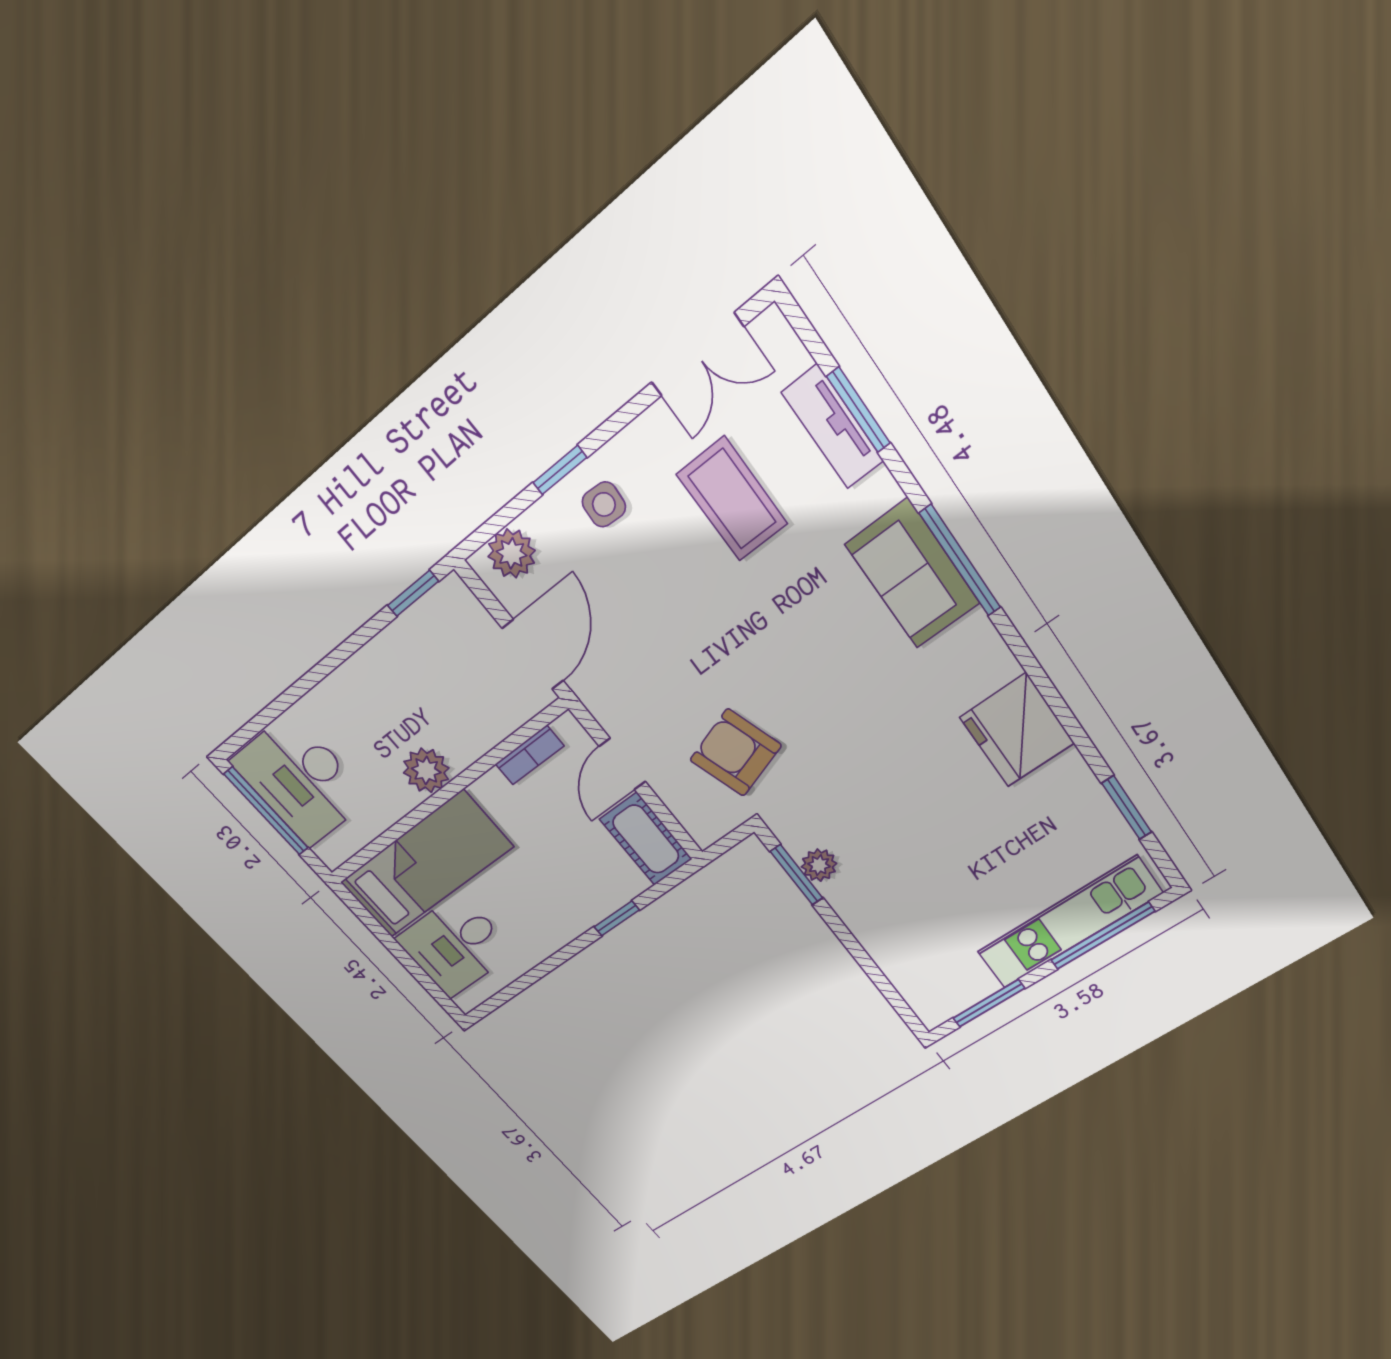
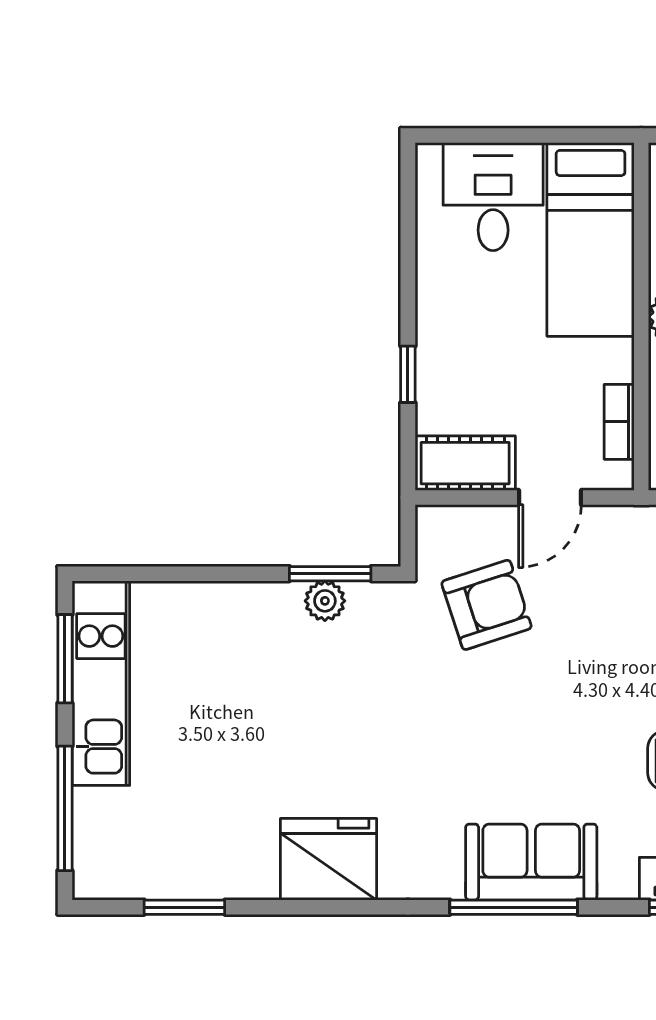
door: (622, 764) -> (550, 497), swing flipped
kitchen unit: (1069, 923) -> (101, 683), moved

